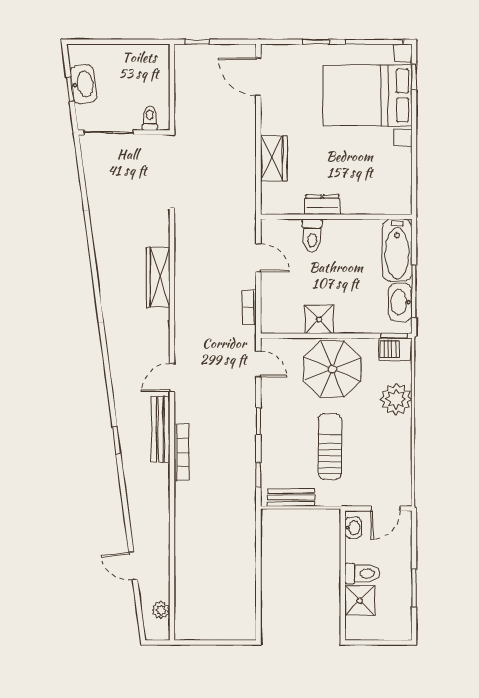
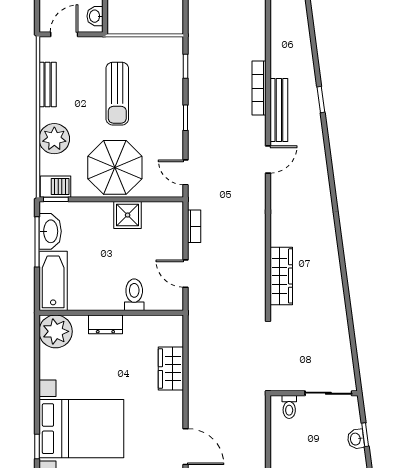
washbasin: (83, 84) -> (356, 439), width x0.52, depth x0.69
plant: (395, 197) -> (56, 331), added
dresser: (322, 205) -> (105, 324), moved
wardrobe: (158, 277) -> (281, 276), moved
bench: (291, 497) -> (48, 84), moved, turned 90

